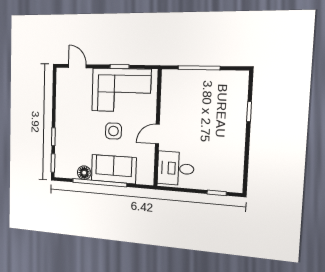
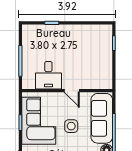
desk: (176, 168) -> (48, 75), moved
sofa: (114, 169) -> (102, 118), width x1.36

